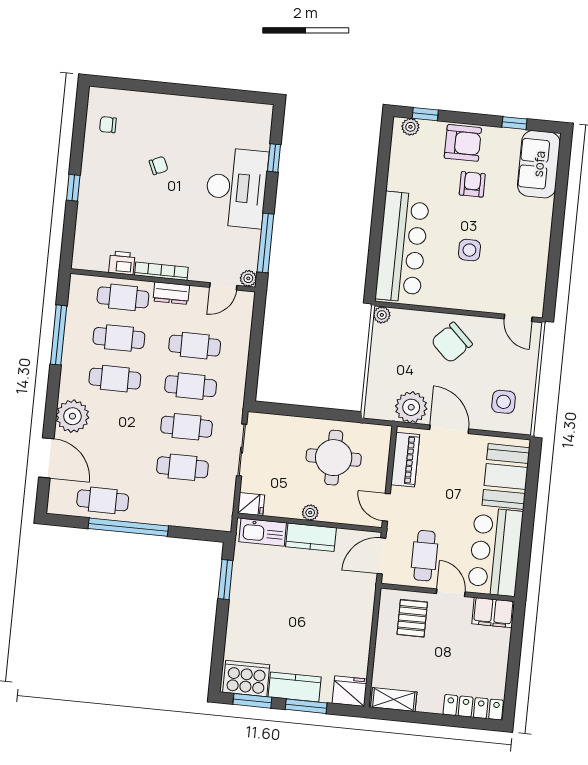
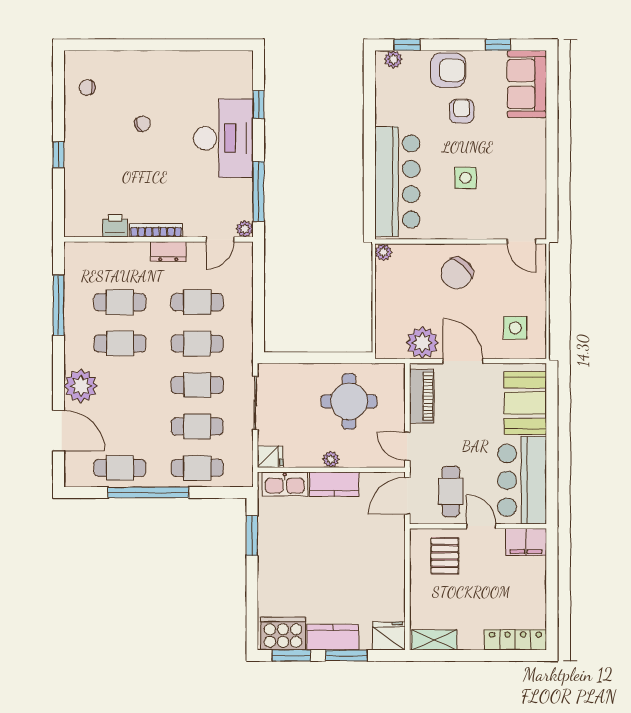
cafe table: (123, 297) -> (197, 468), moved

